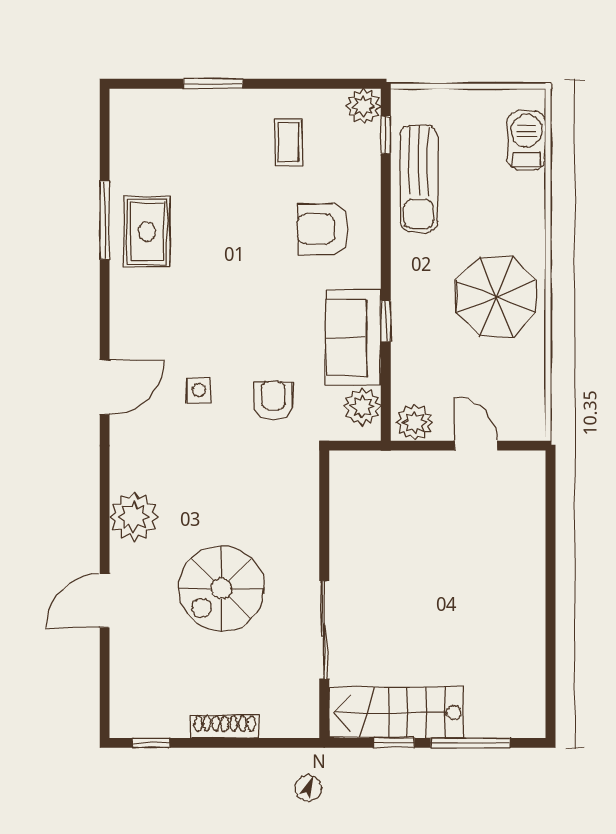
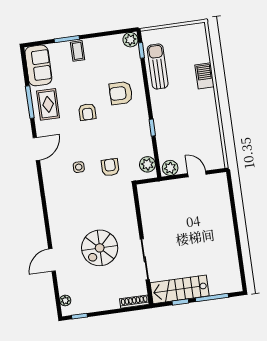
barbecue: (526, 140) -> (204, 76), moved
coffee table: (289, 142) -> (78, 51), moved
sun lounger: (419, 179) -> (158, 67), turned 180
armchair: (237, 262) -> (87, 112), added
parasol: (496, 296) -> (197, 111), removed
sofa: (353, 338) -> (38, 65), moved, turned 180
door: (105, 387) -> (36, 149), moved
plant: (134, 517) -> (65, 301), moved, width x0.53, depth x0.53
shoe rack: (225, 727) -> (134, 302), moved

